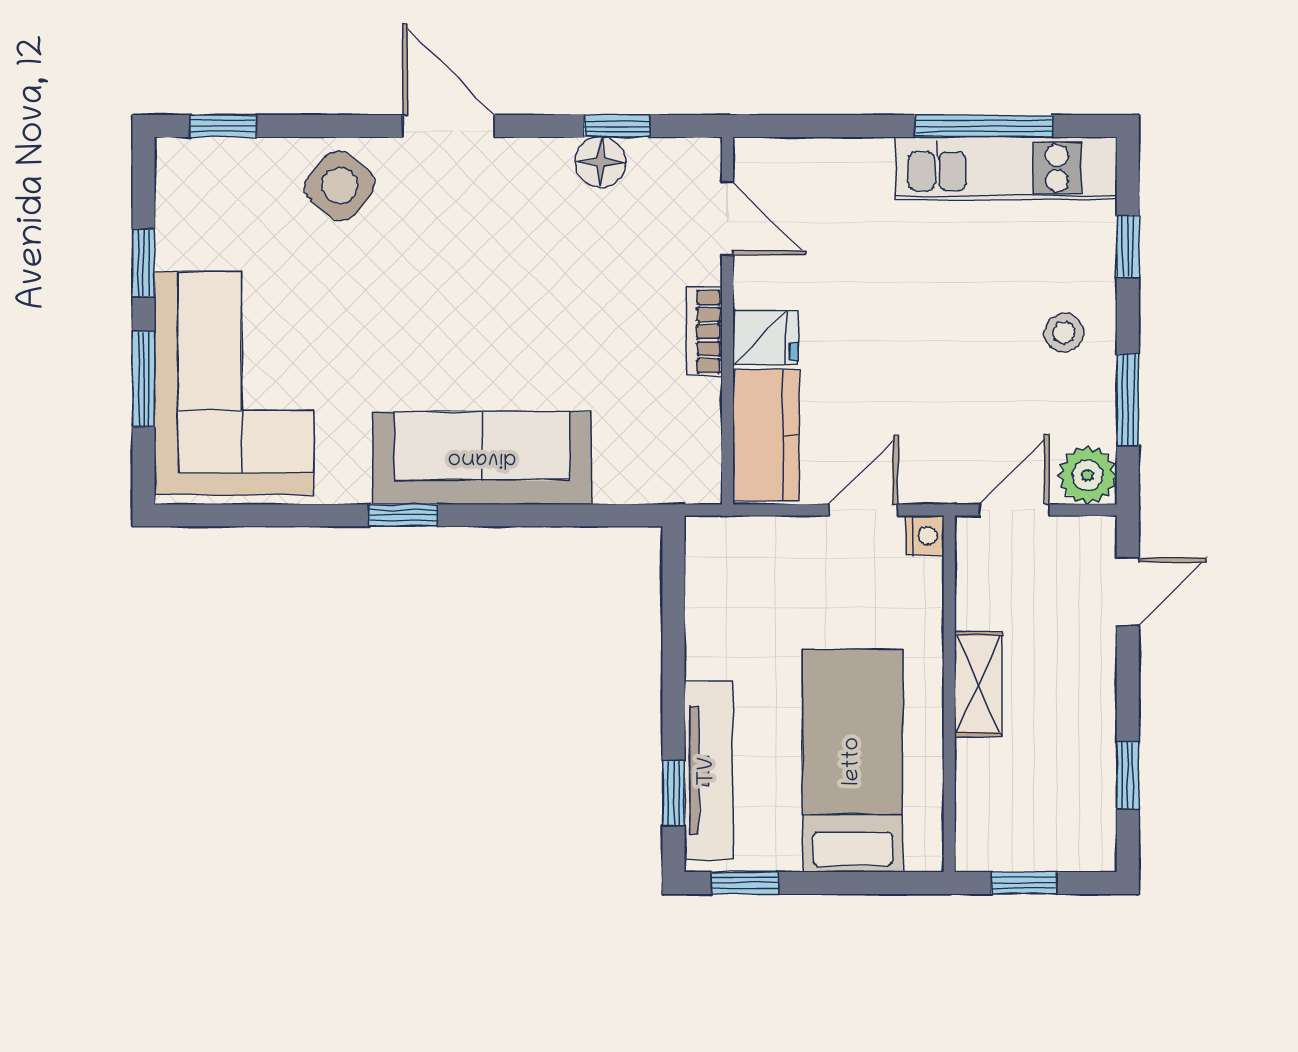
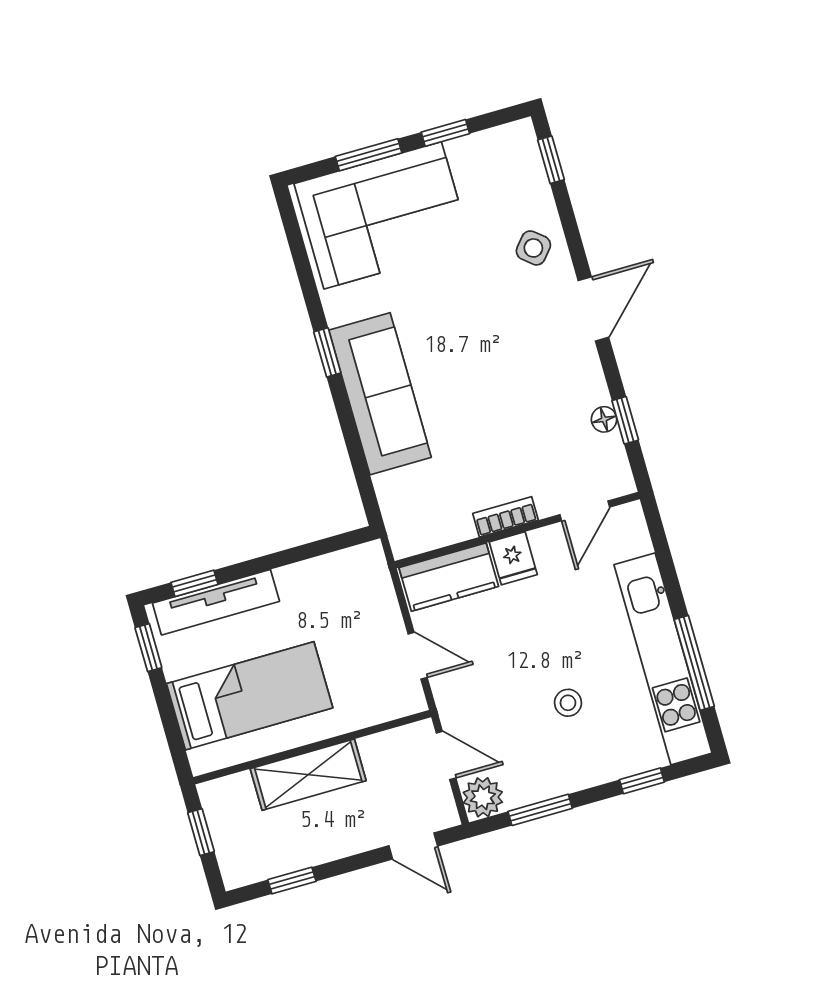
floor lamp: (600, 162) -> (604, 419), width x0.73, depth x0.73
kitchen unit: (1006, 168) -> (663, 659), width x1.36
side table: (340, 186) -> (533, 248), width x0.73, depth x0.73
stool: (1064, 333) -> (568, 703), moved
nightstand: (925, 536) -> (412, 701), removed
shelving: (978, 684) -> (308, 775), width x1.50, depth x1.33

